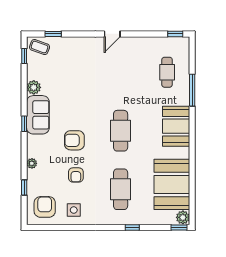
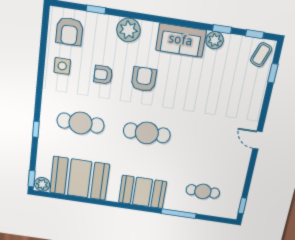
window: (24, 124) -> (222, 29), moved
plant: (32, 163) -> (128, 30), width x1.88, depth x1.88
armchair: (45, 207) -> (69, 31), turned 90

